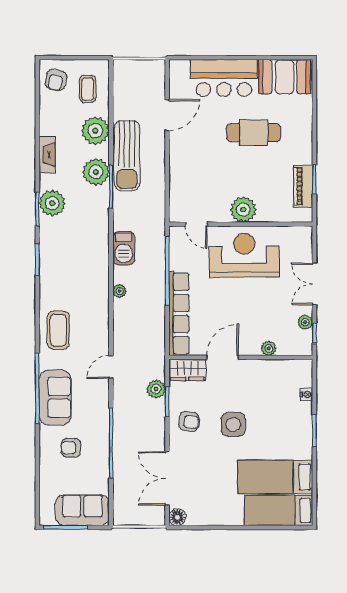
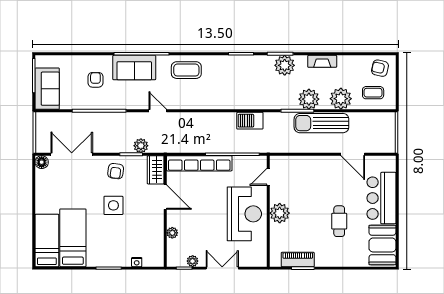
cafe table: (254, 133) -> (339, 221), width x0.73, depth x0.74
plant: (120, 291) -> (217, 117), removed

